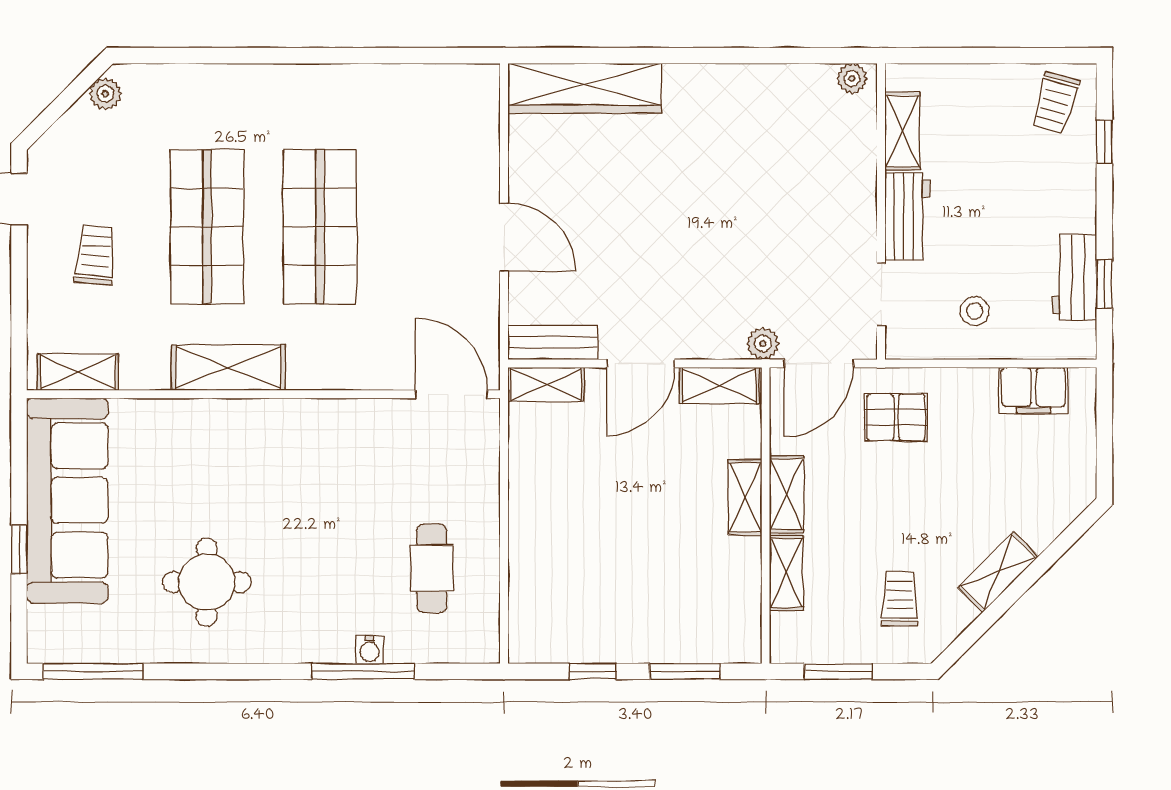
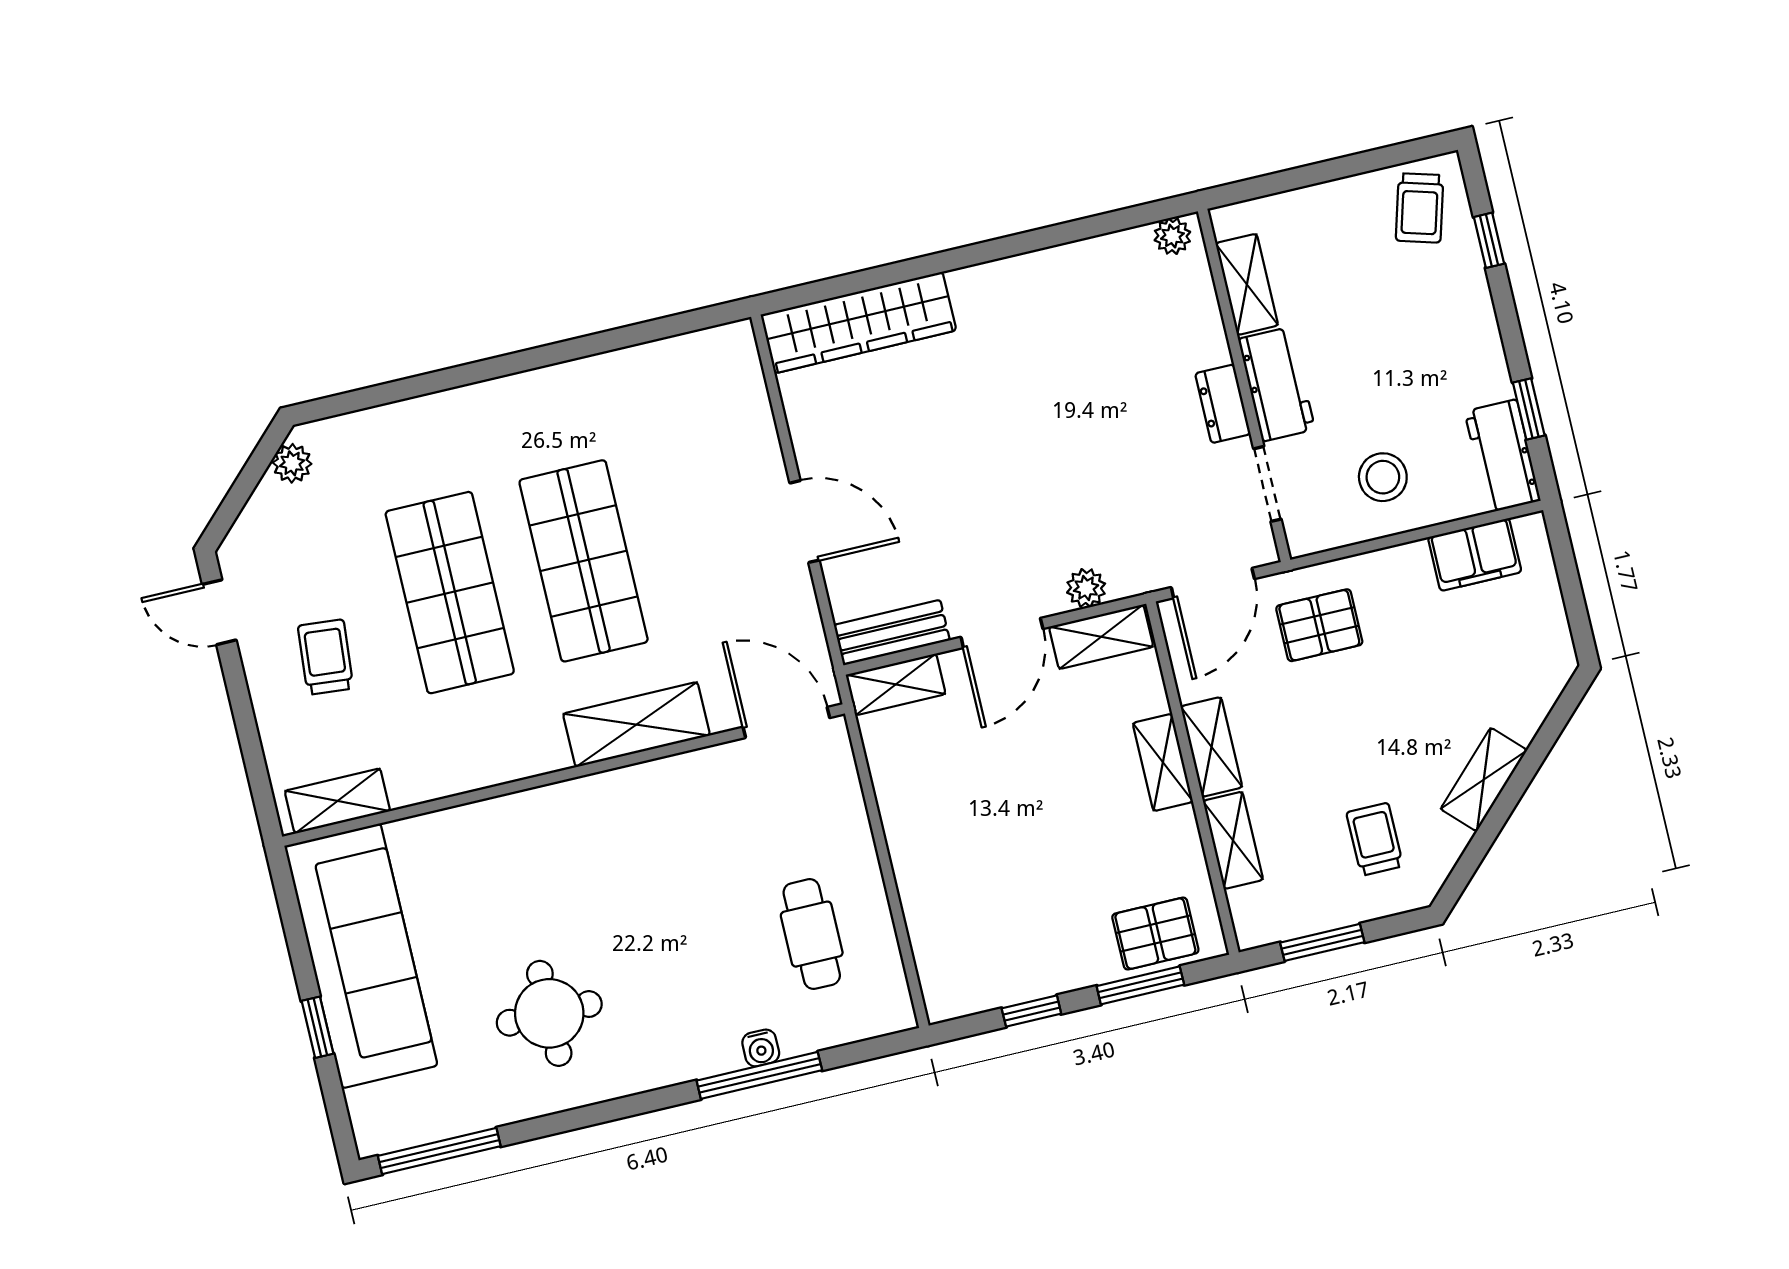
dresser: (861, 222) -> (1223, 404), added
workbench: (1074, 277) -> (1503, 456), moved
stool: (975, 311) -> (1383, 477), width x1.37, depth x1.37
plant: (763, 344) -> (1086, 588), moved
shelving: (228, 368) -> (636, 725), moved
pallet: (707, 633) -> (1155, 934), added

